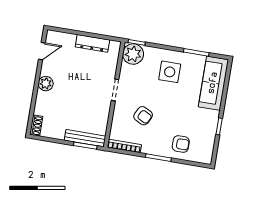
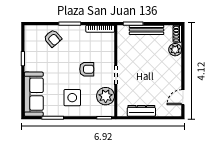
plant: (133, 54) -> (106, 96), moved
plant: (46, 84) -> (175, 50), moved
armchair: (143, 116) -> (87, 69), moved, turned 153
bench: (85, 138) -> (146, 30), moved
armchair: (181, 144) -> (53, 38), turned -131

